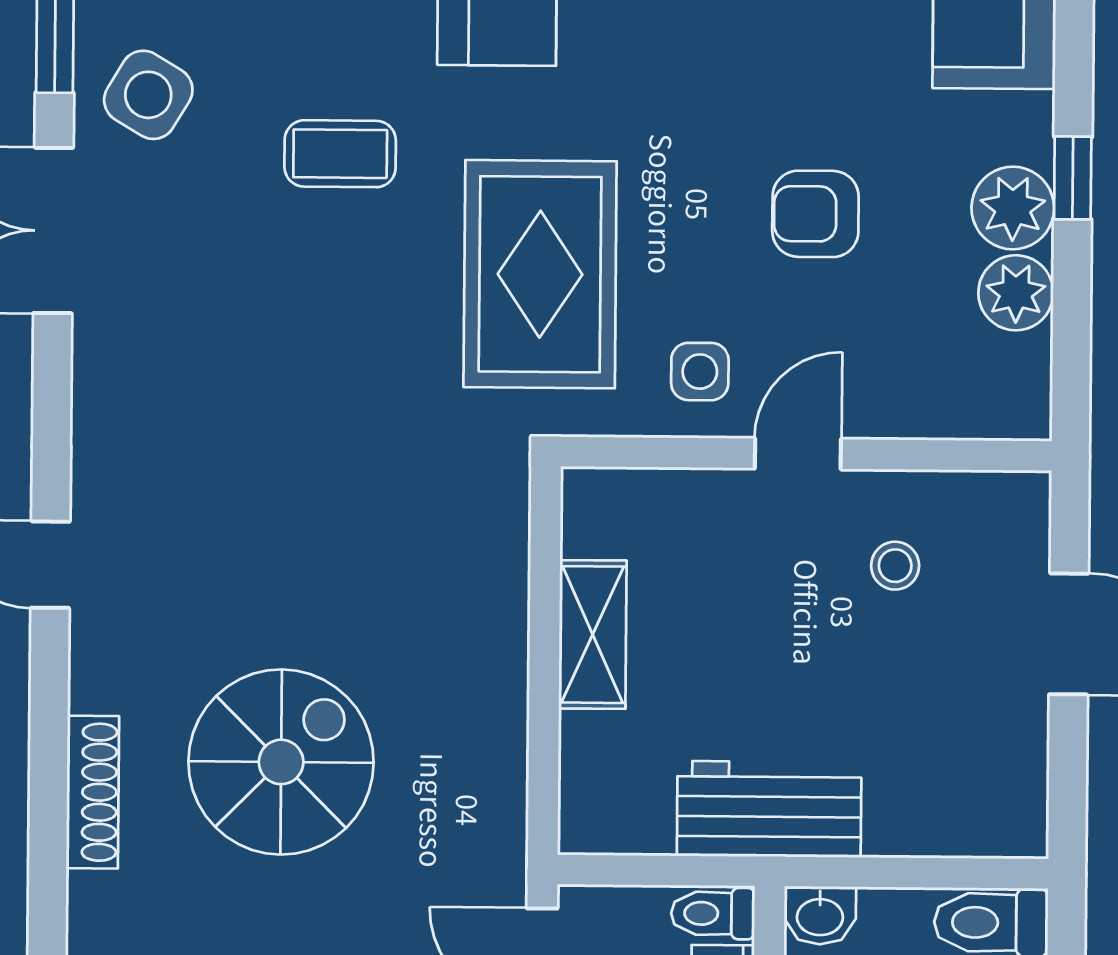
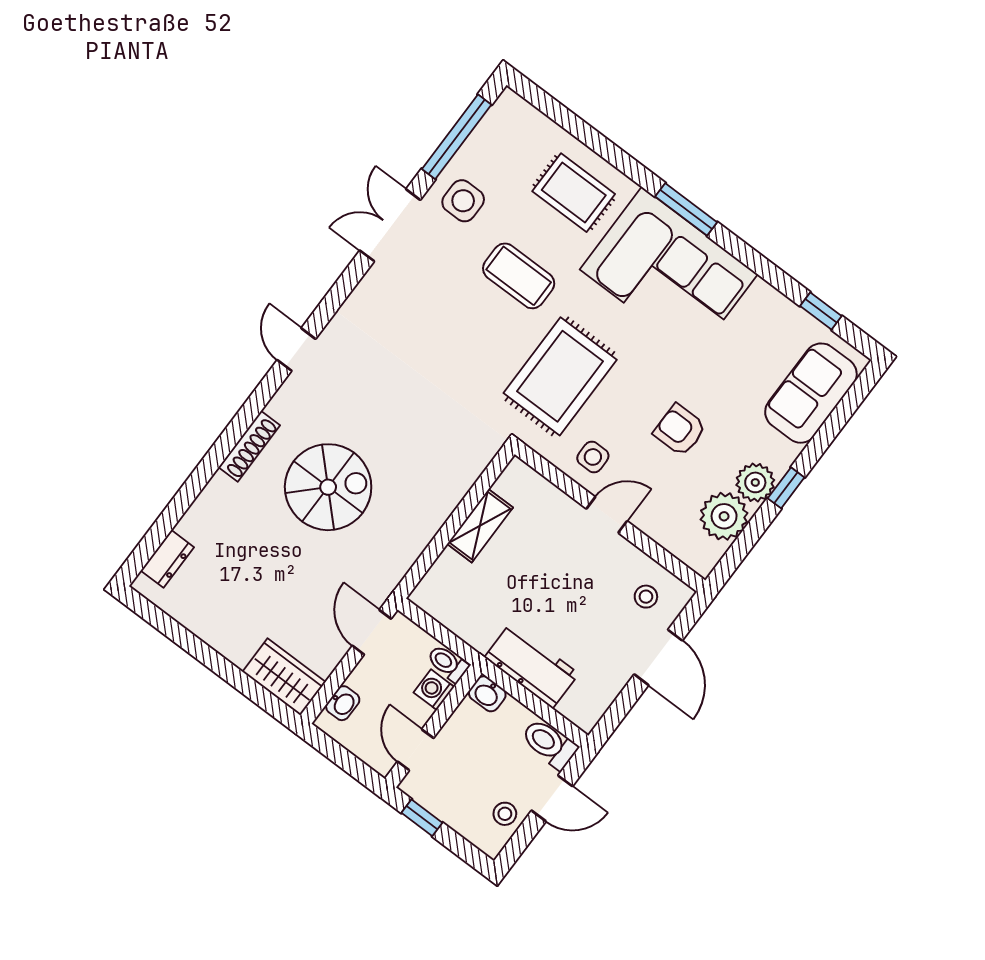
side table: (148, 95) -> (463, 201), turned -31
coffee table: (340, 154) -> (519, 276), width x1.36, depth x1.30
plant: (1016, 293) -> (724, 516), width x1.36, depth x1.36
stool: (895, 566) -> (646, 597), moved
workbench: (769, 809) -> (532, 666), moved

